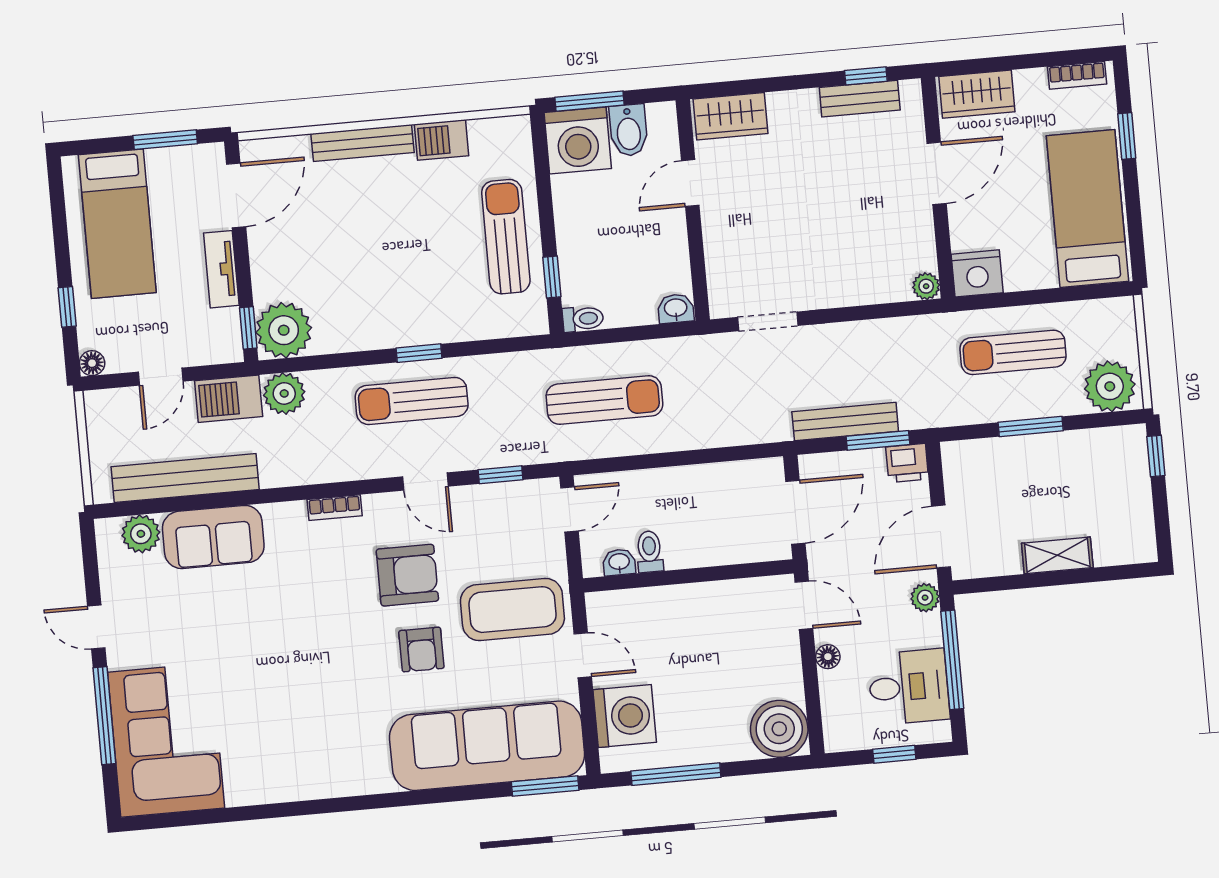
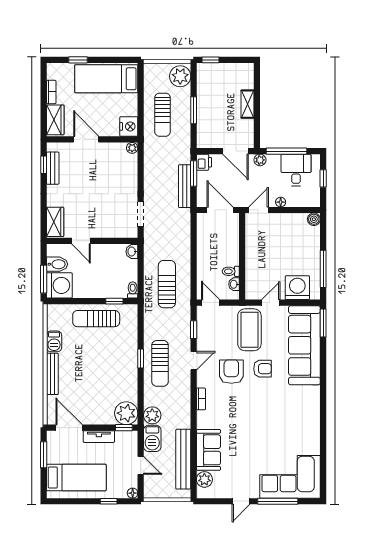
bookcase: (1077, 75) -> (51, 92), moved
boiler: (779, 729) -> (314, 219), width x0.54, depth x0.54

